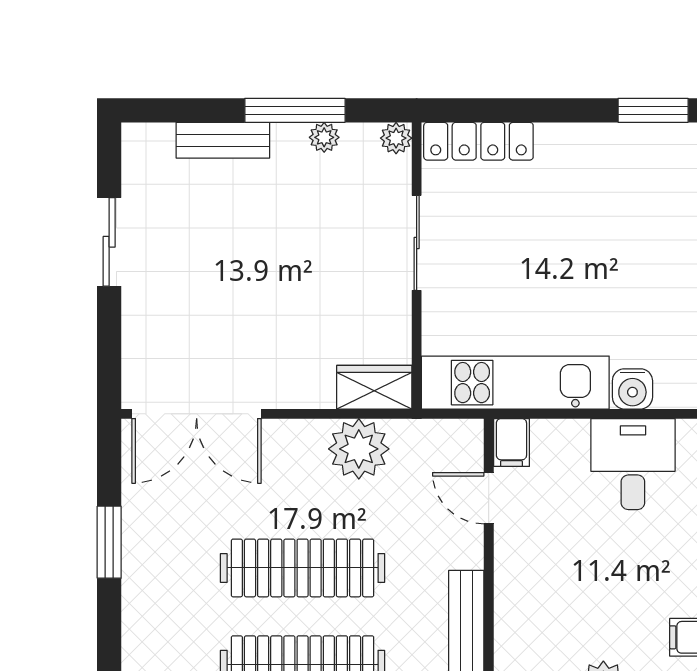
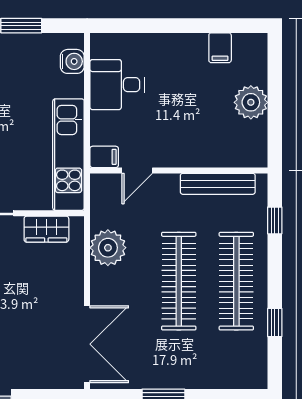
wardrobe: (374, 387) -> (46, 229), moved, turned -90
water cooler: (632, 389) -> (72, 61), moved

